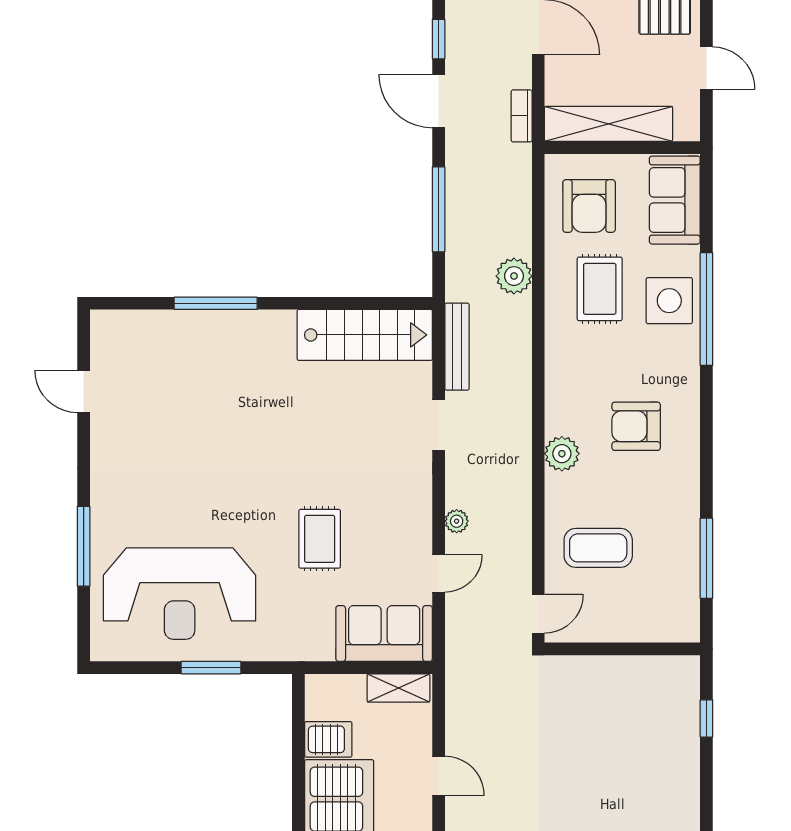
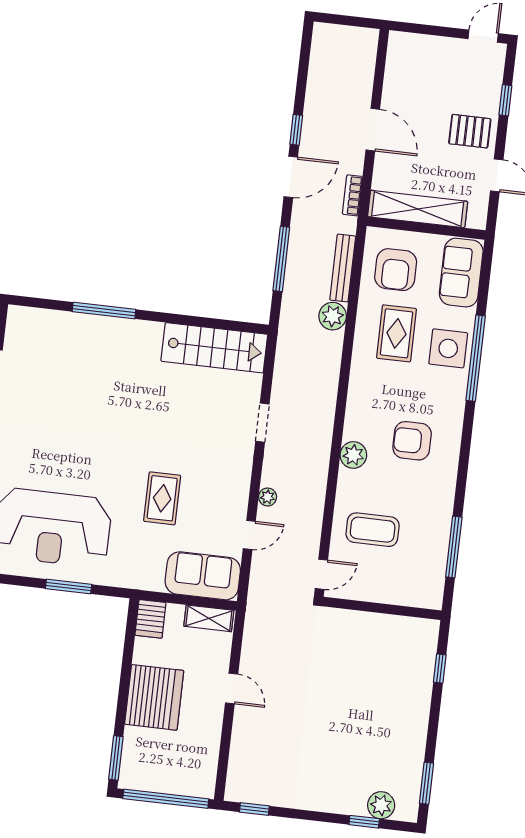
door: (439, 101) -> (291, 177), swing flipped
bench: (457, 347) -> (343, 268), moved
server rack: (328, 739) -> (150, 619), moved, turned 90

